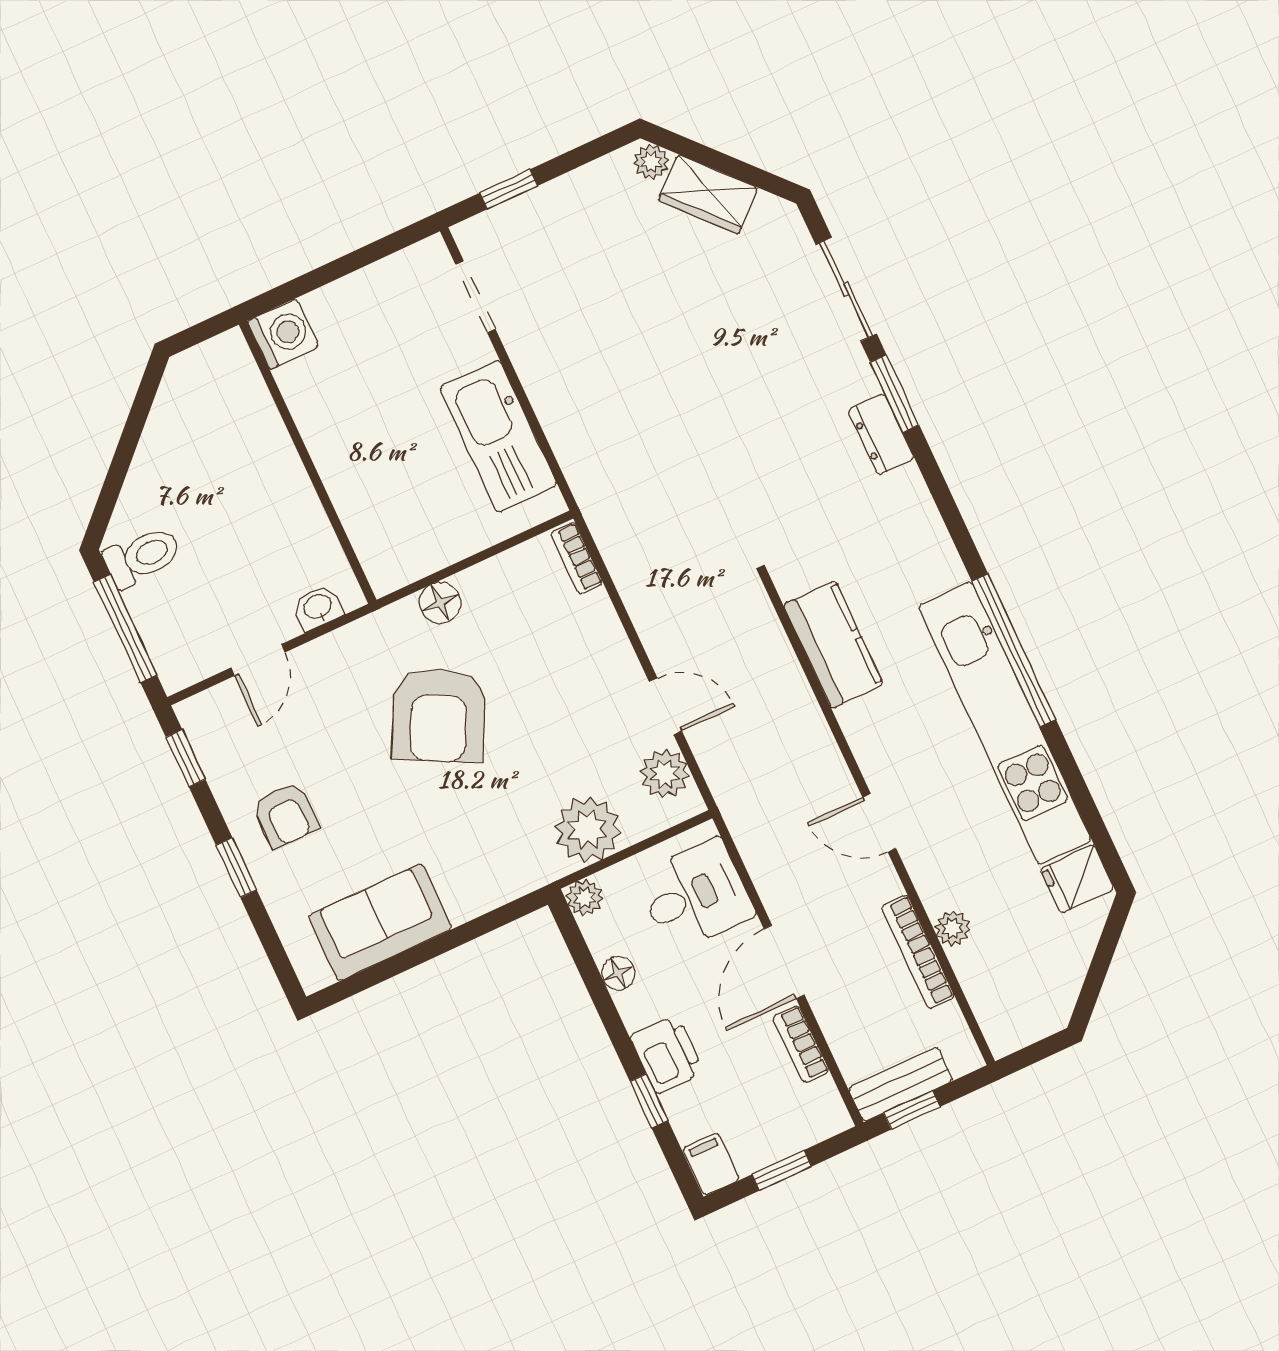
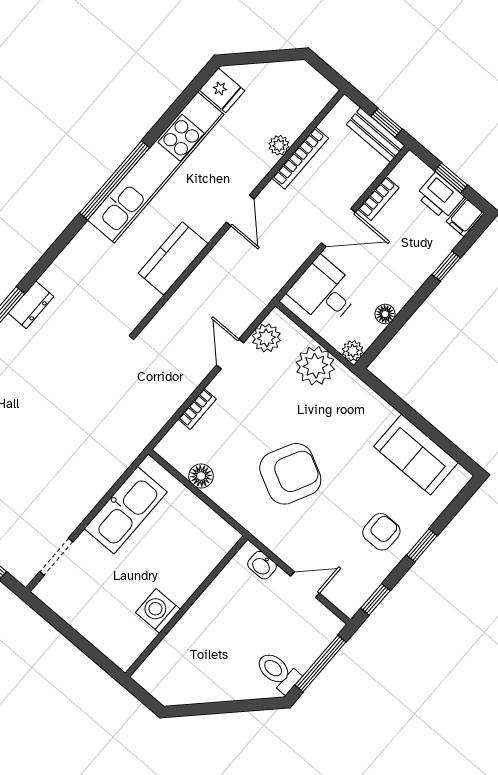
washing machine: (283, 334) -> (158, 611), moved
bookcase: (577, 558) -> (197, 409), moved
floor lamp: (440, 603) -> (201, 476), moved
kitchen counter: (833, 645) -> (173, 259), moved
printer: (667, 1054) -> (440, 196), moved, turned -90

